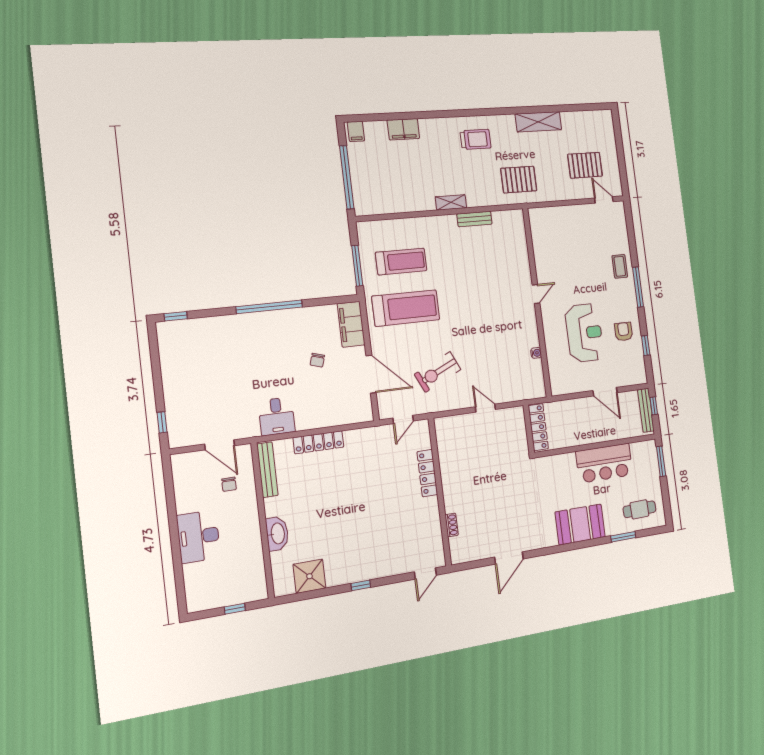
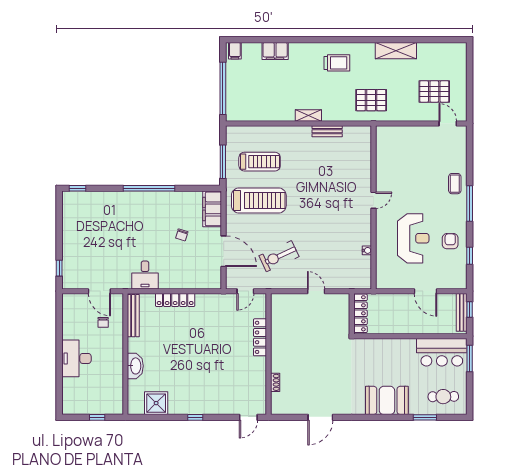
bar counter: (604, 463) -> (442, 352), moved

